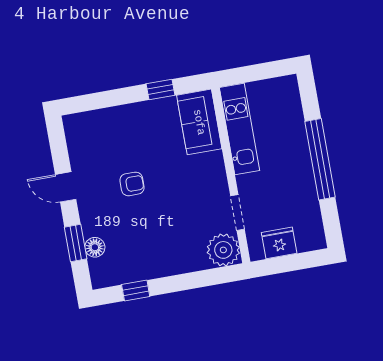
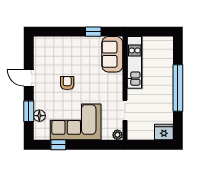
armchair: (132, 184) -> (67, 83), turned -90
fridge: (279, 243) -> (164, 132), moved
corner sofa: (158, 247) -> (76, 122), added
plant: (223, 250) -> (117, 135), width x0.53, depth x0.53

